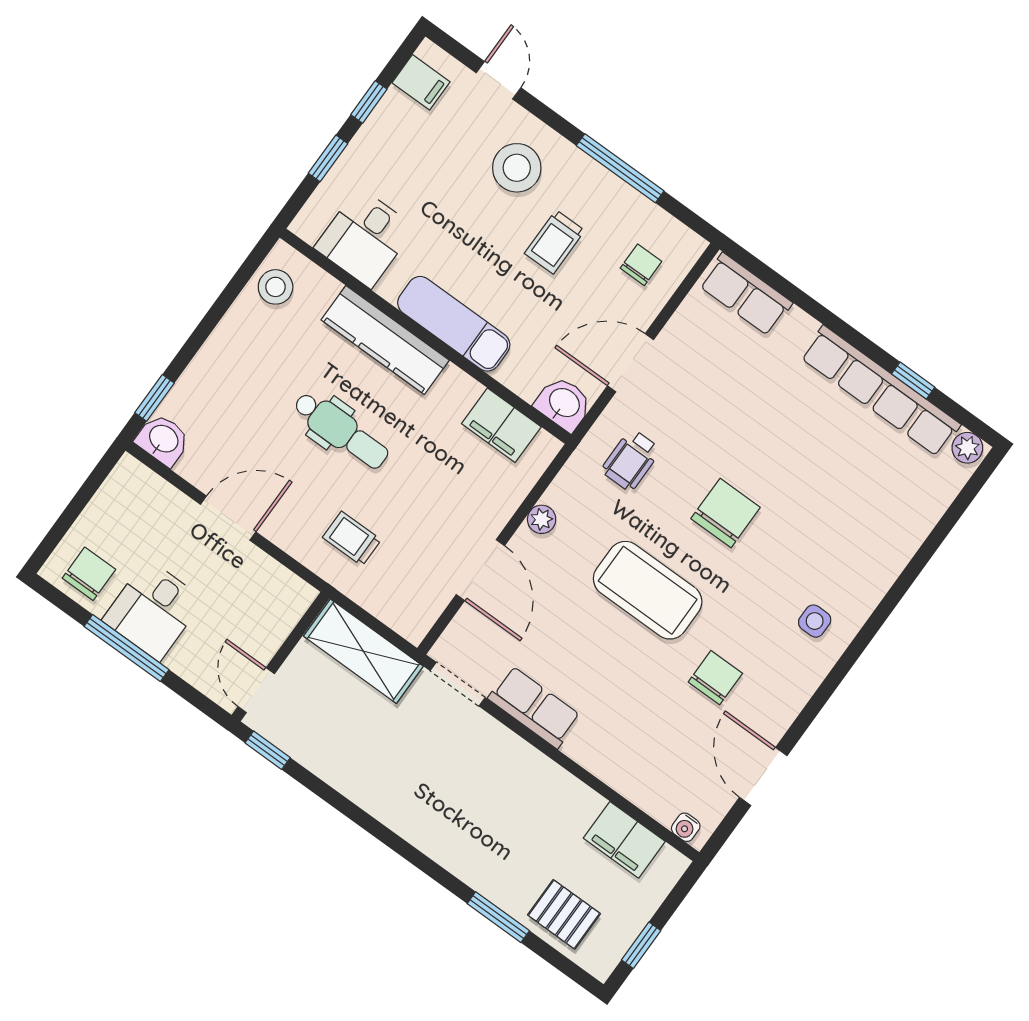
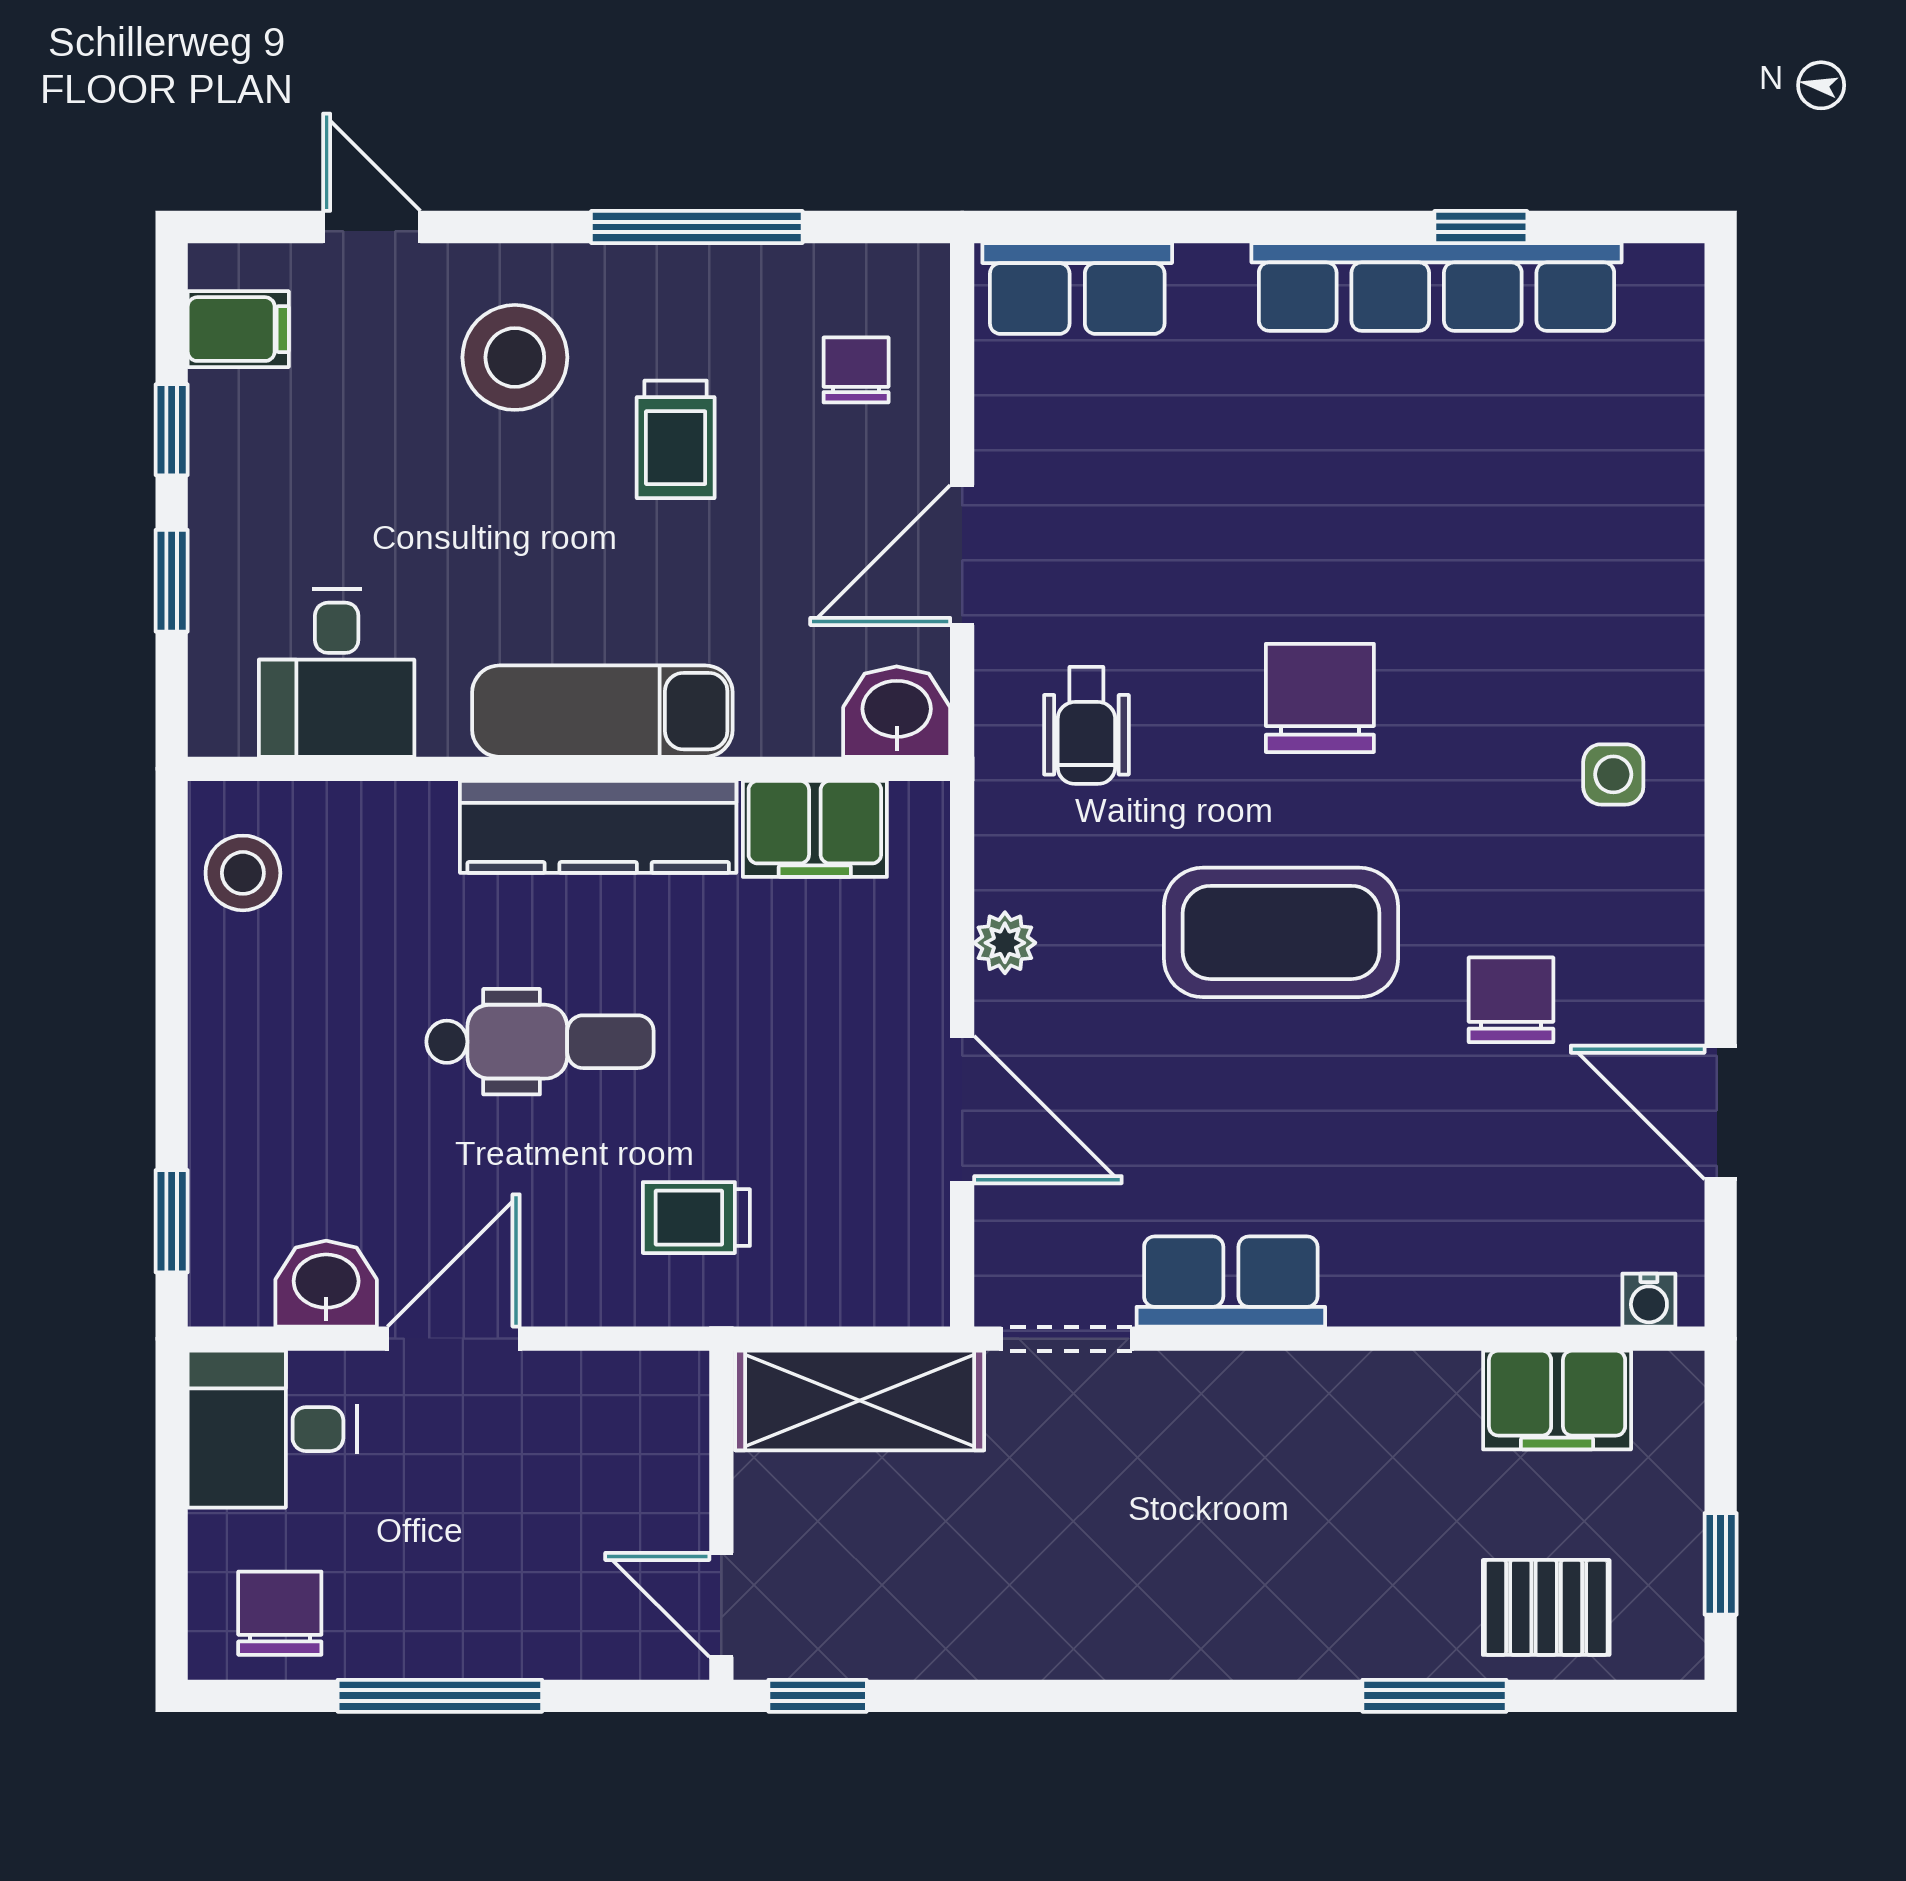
kitchen counter: (385, 340) -> (598, 827), moved
washbasin: (163, 440) -> (326, 1284), moved
plant: (967, 448) -> (1661, 276), removed
desk: (153, 610) -> (272, 1429), moved, turned 90

